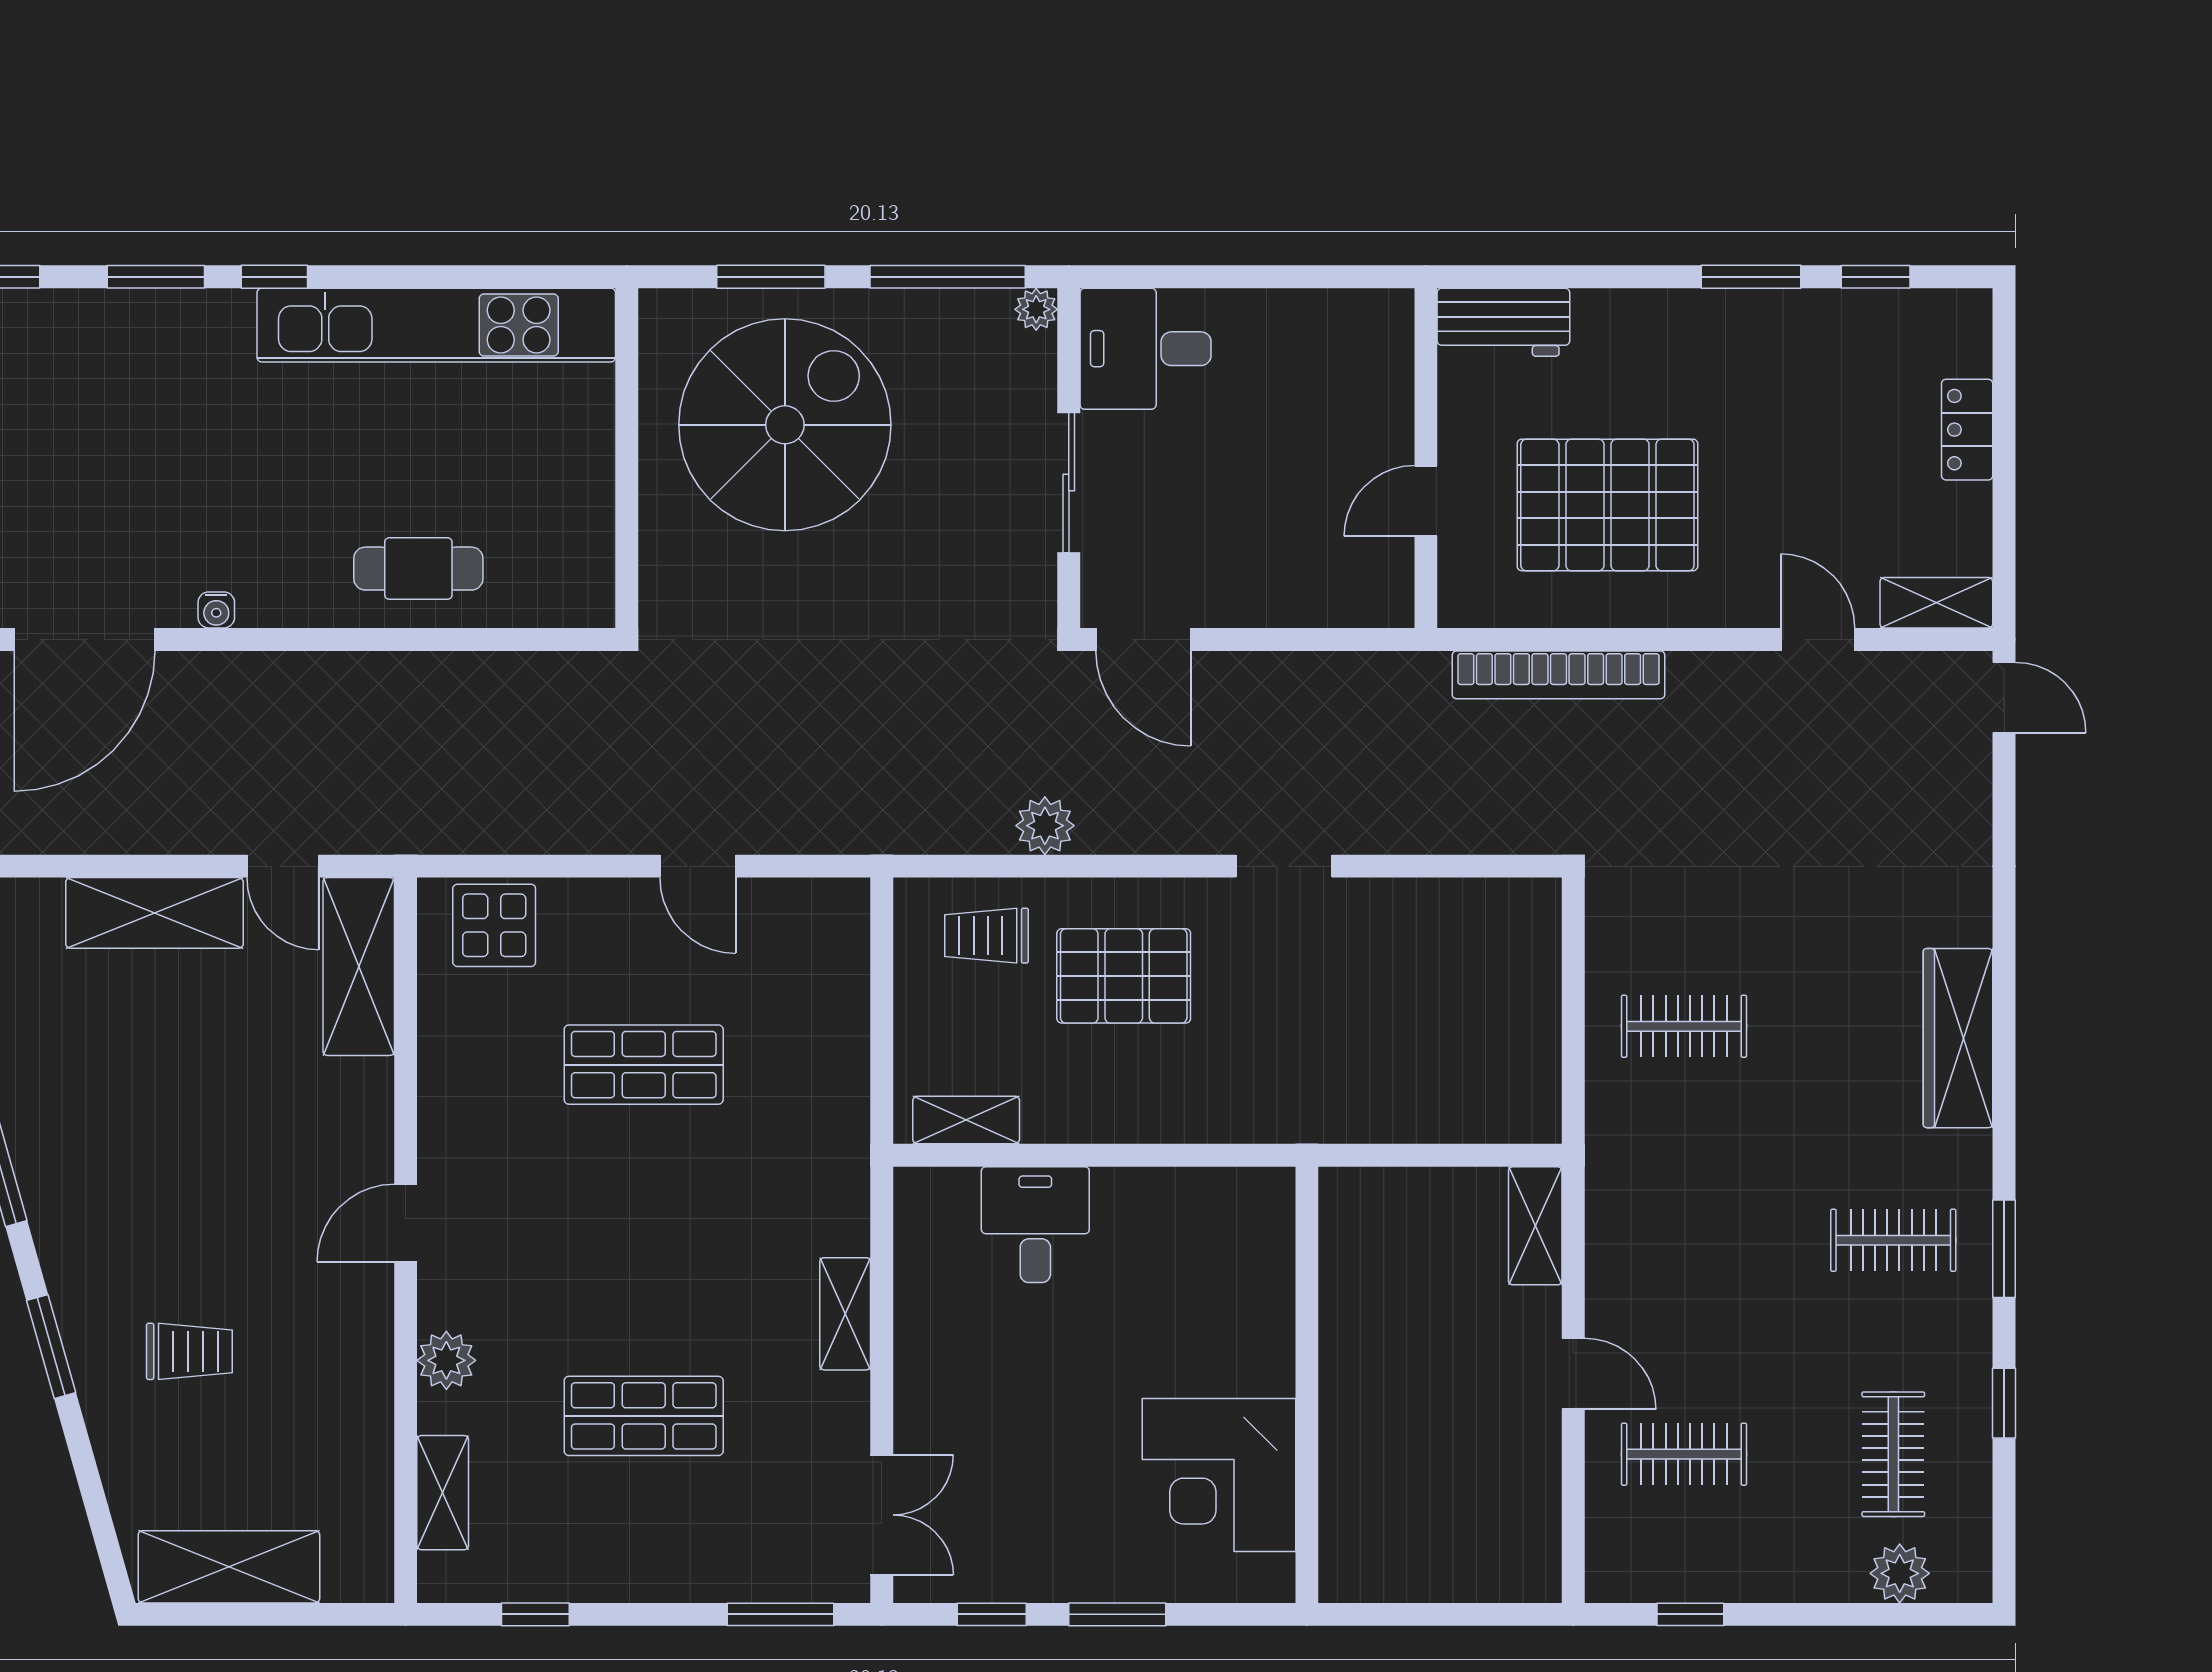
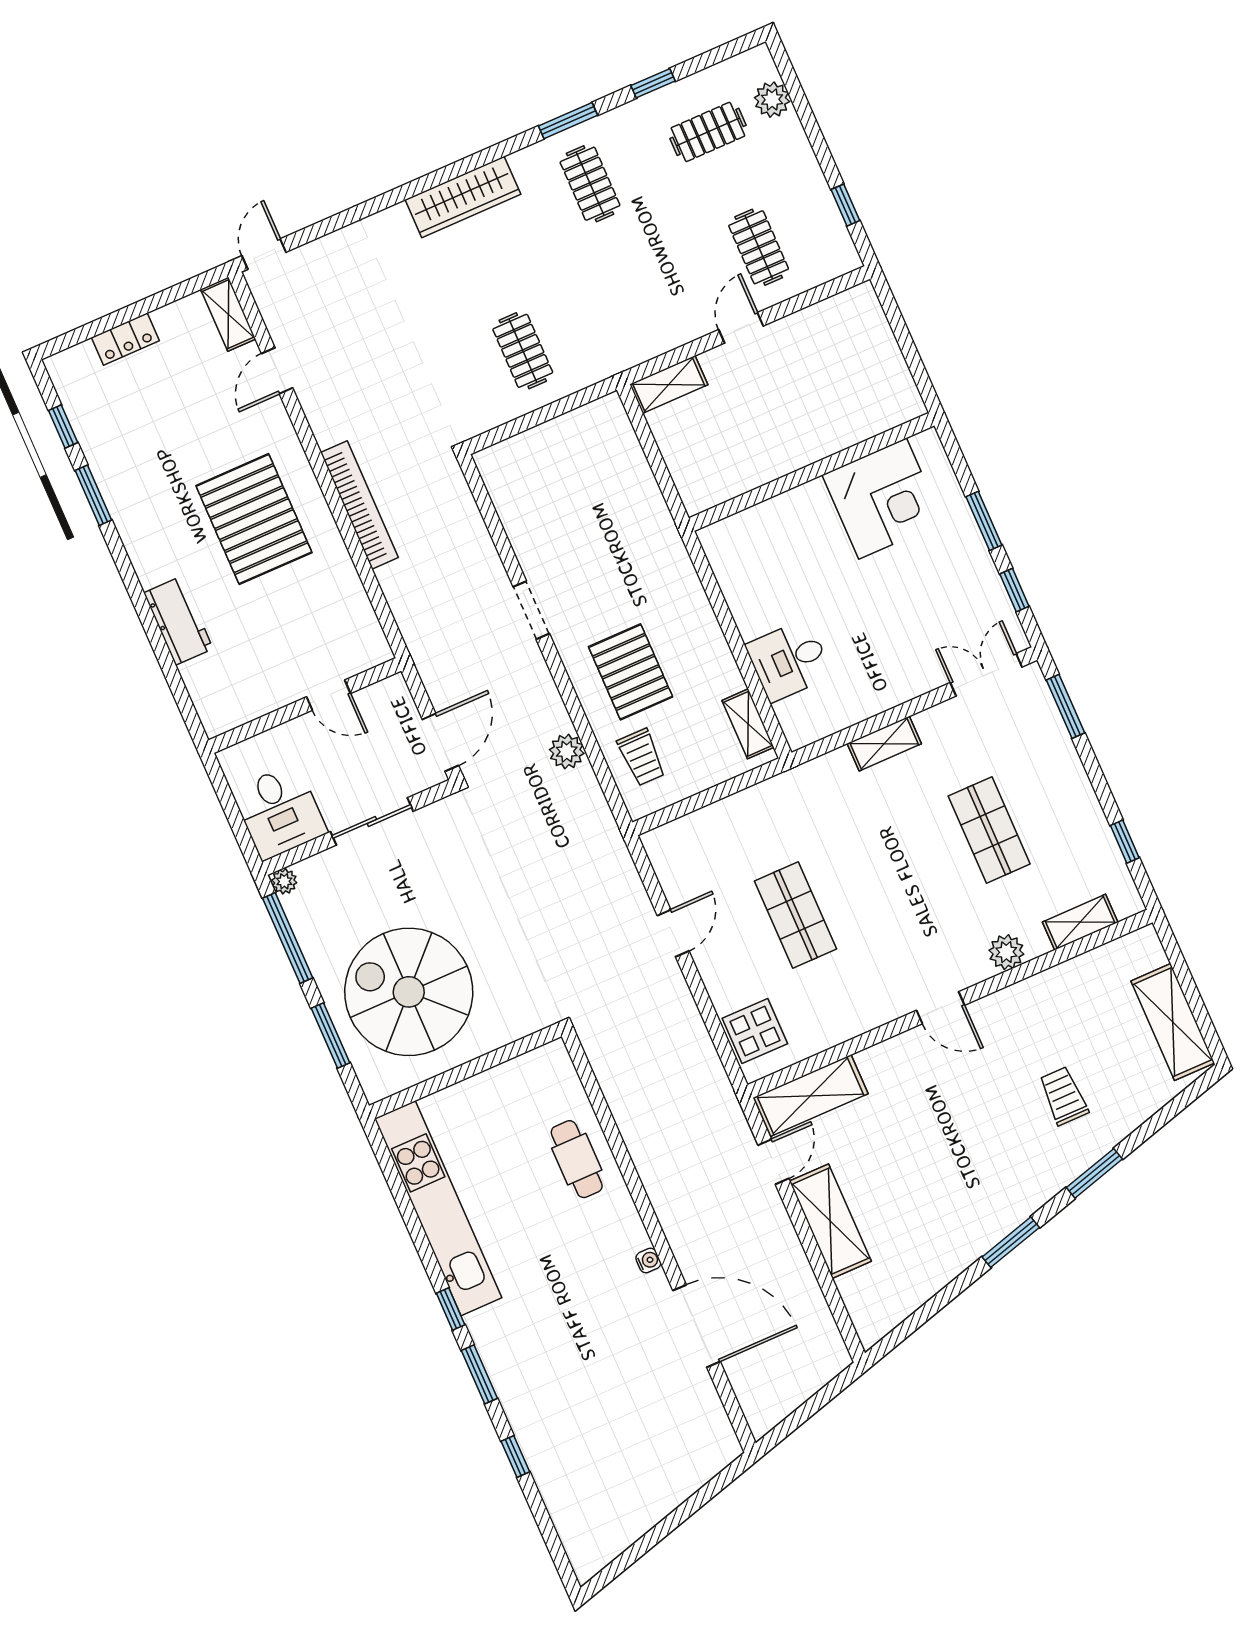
wall: (1426, 458) -> (305, 706), moved
door: (1426, 501) -> (329, 695), moved

